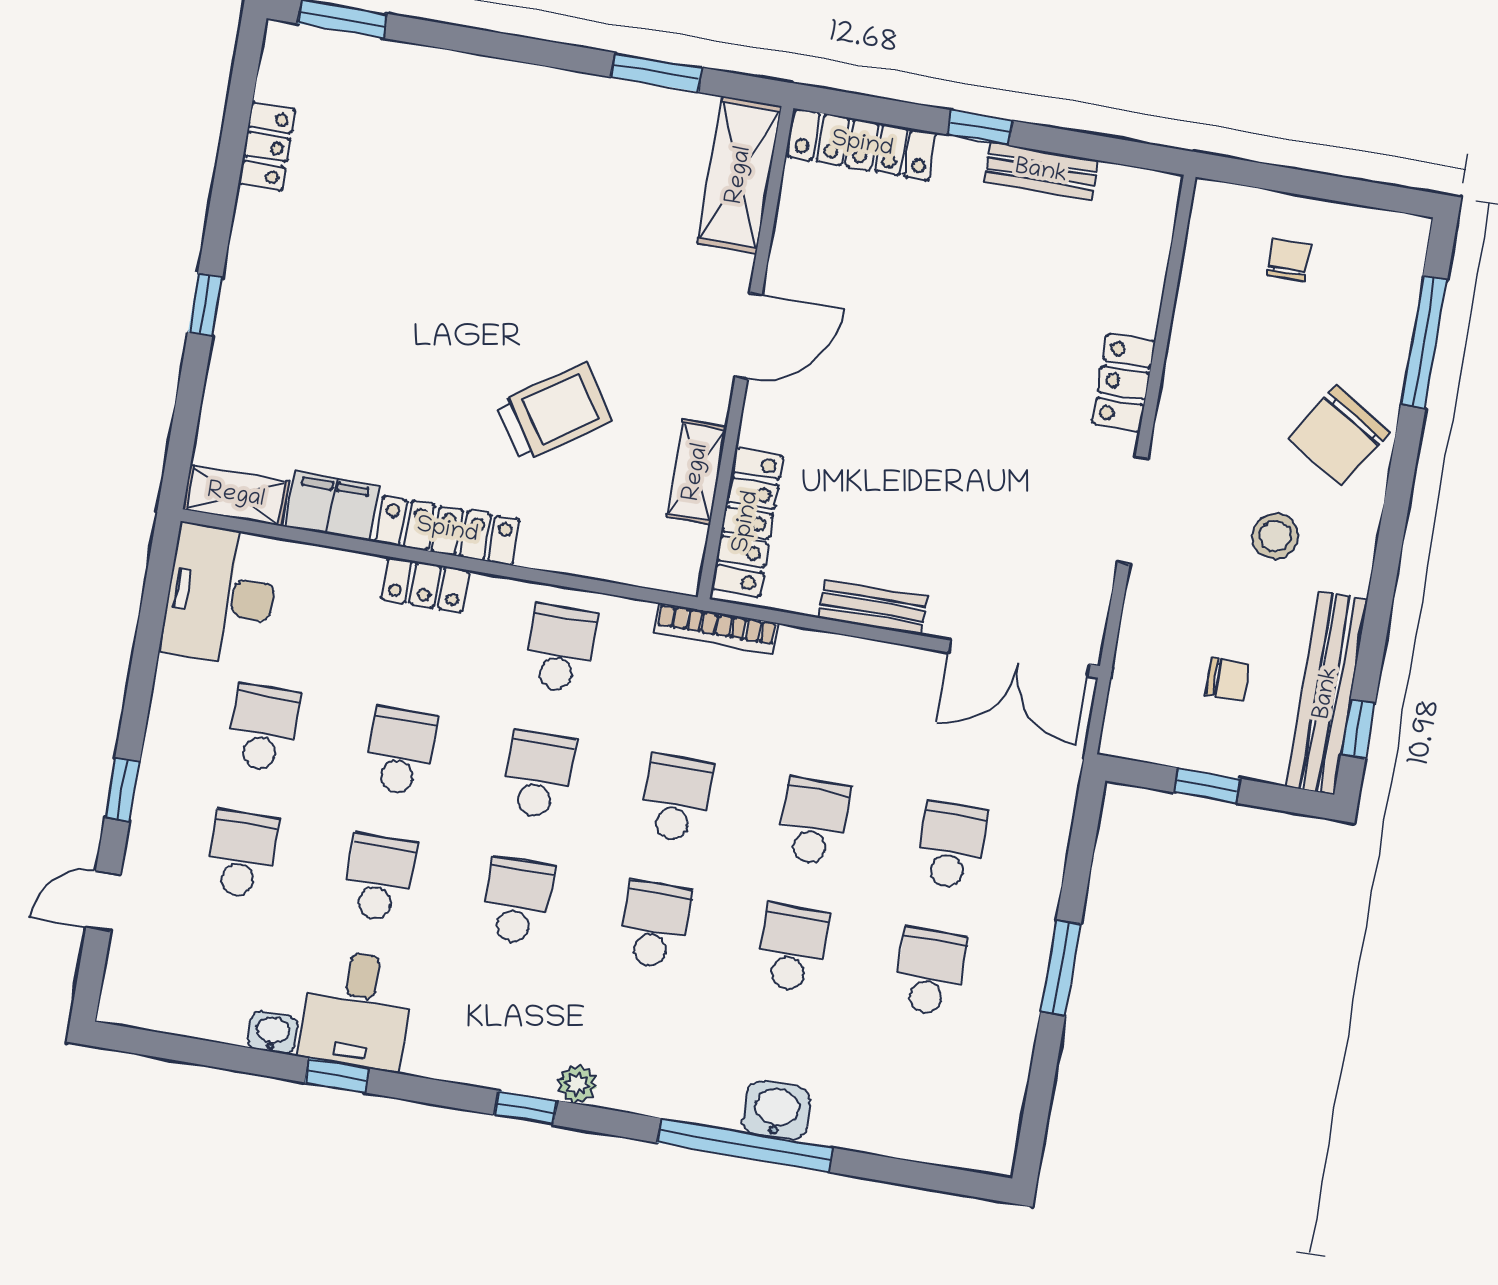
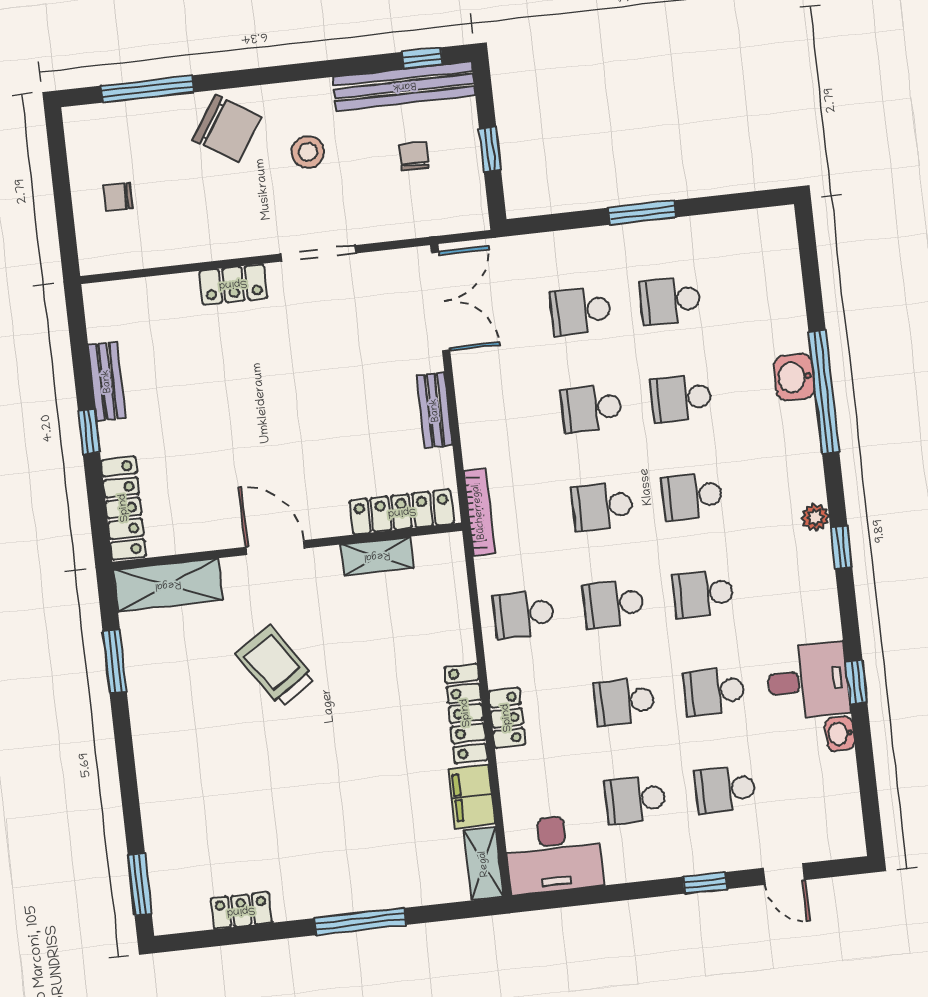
window: (205, 305) -> (360, 922), width x2.17
trolley: (554, 412) -> (275, 666), moved

